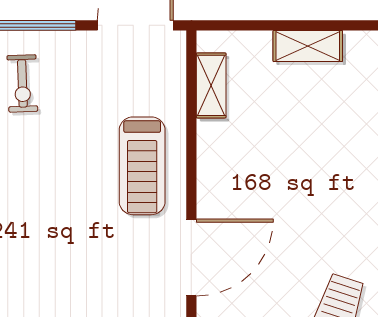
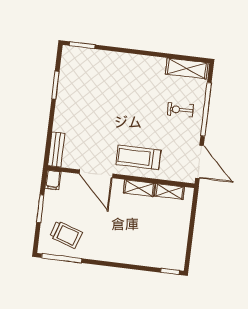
shelving: (308, 46) -> (139, 188), moved, turned 90

